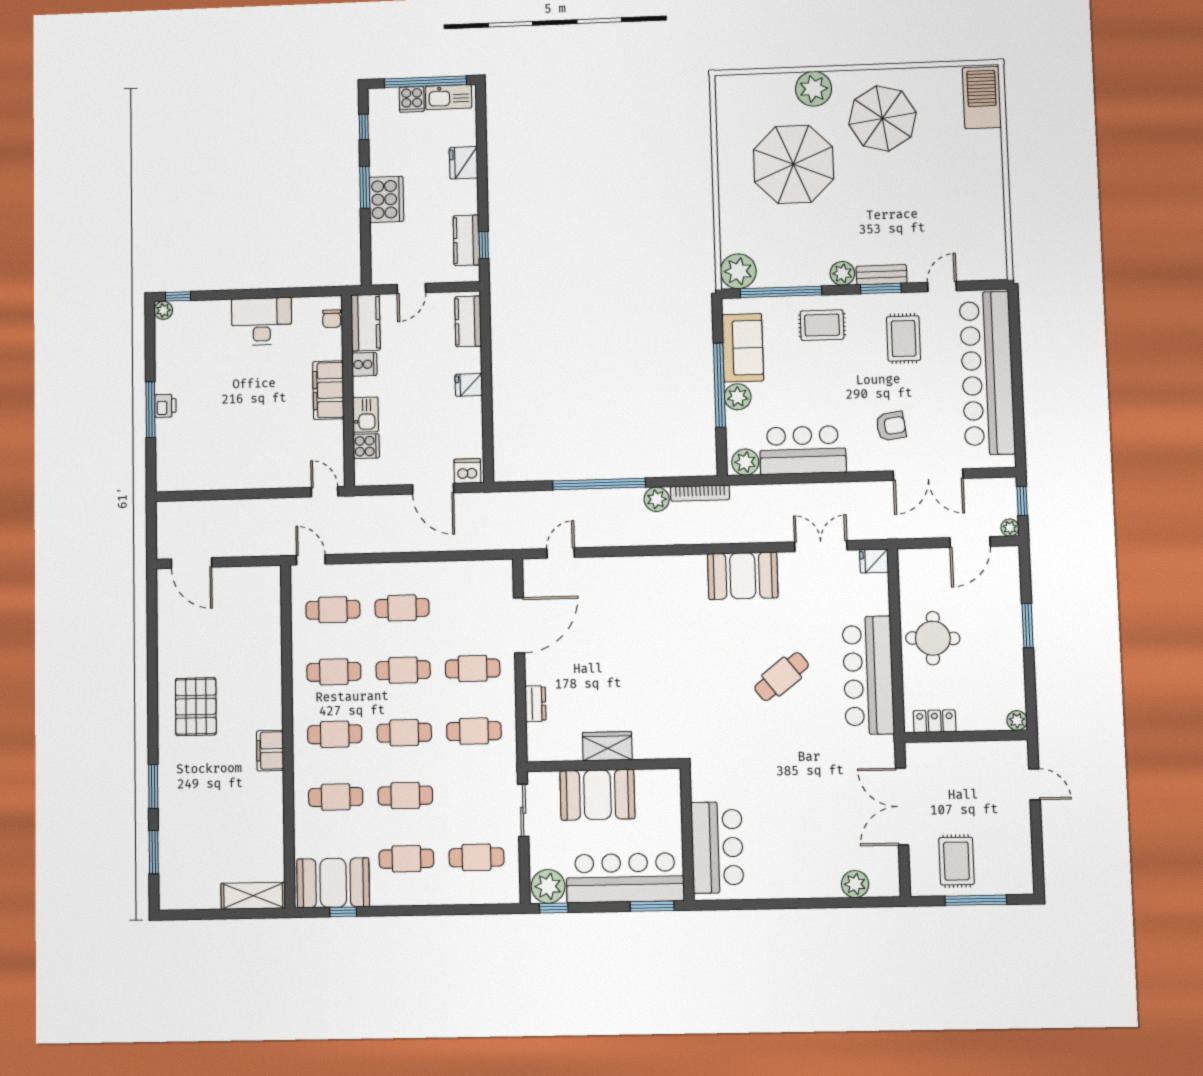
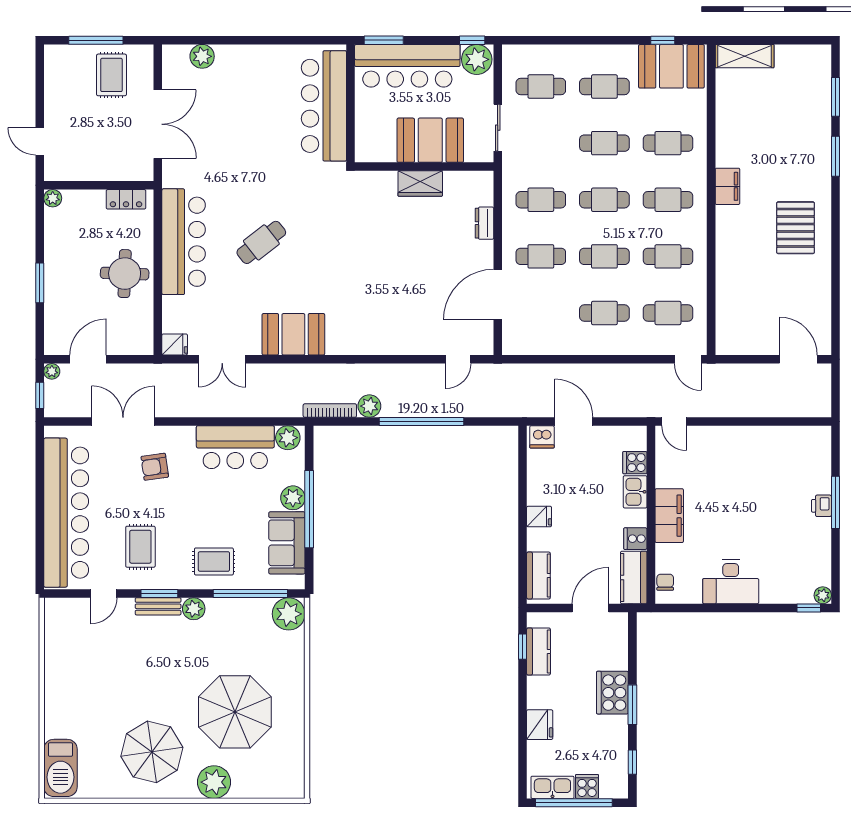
door: (411, 289) -> (591, 608), width x1.38
bar counter: (717, 847) -> (324, 106), width x1.36

